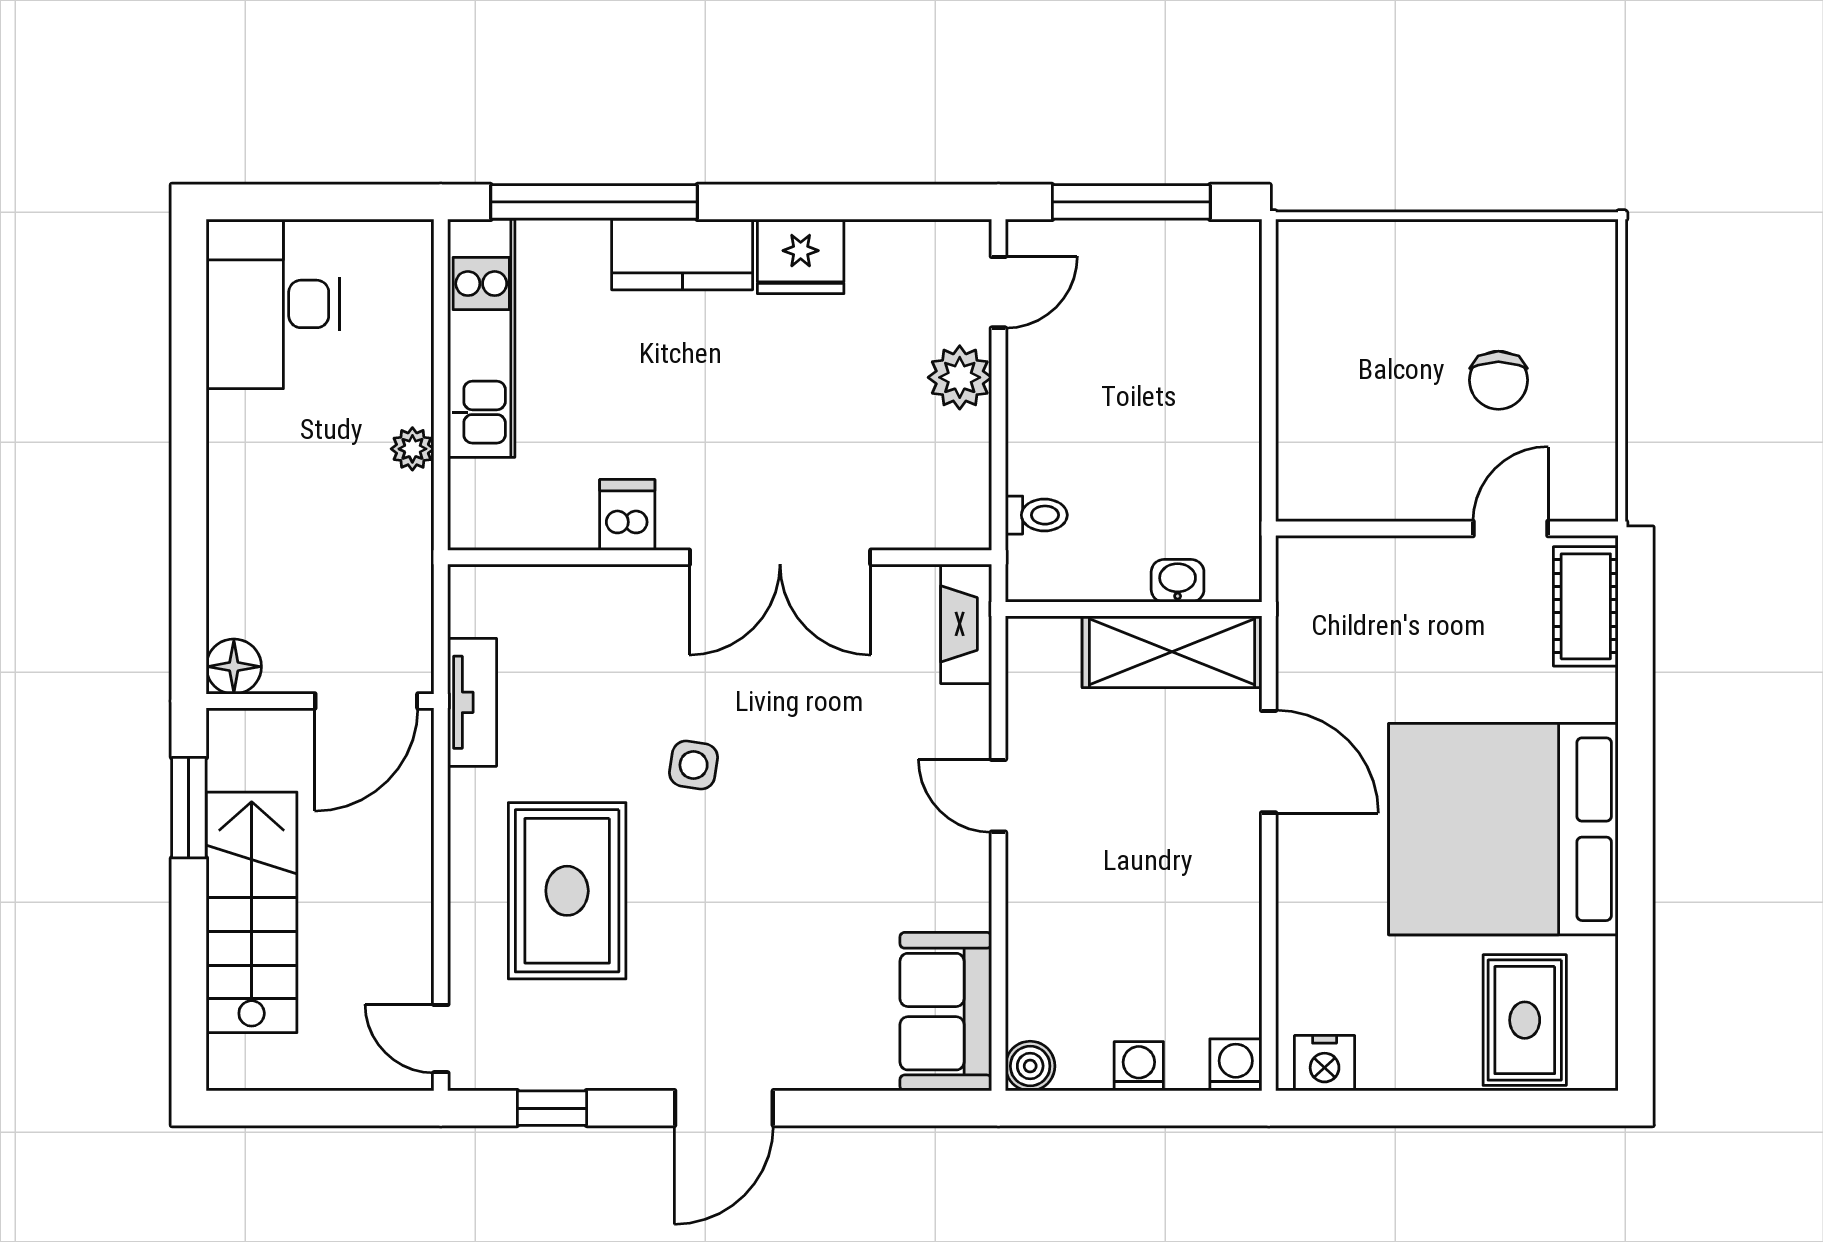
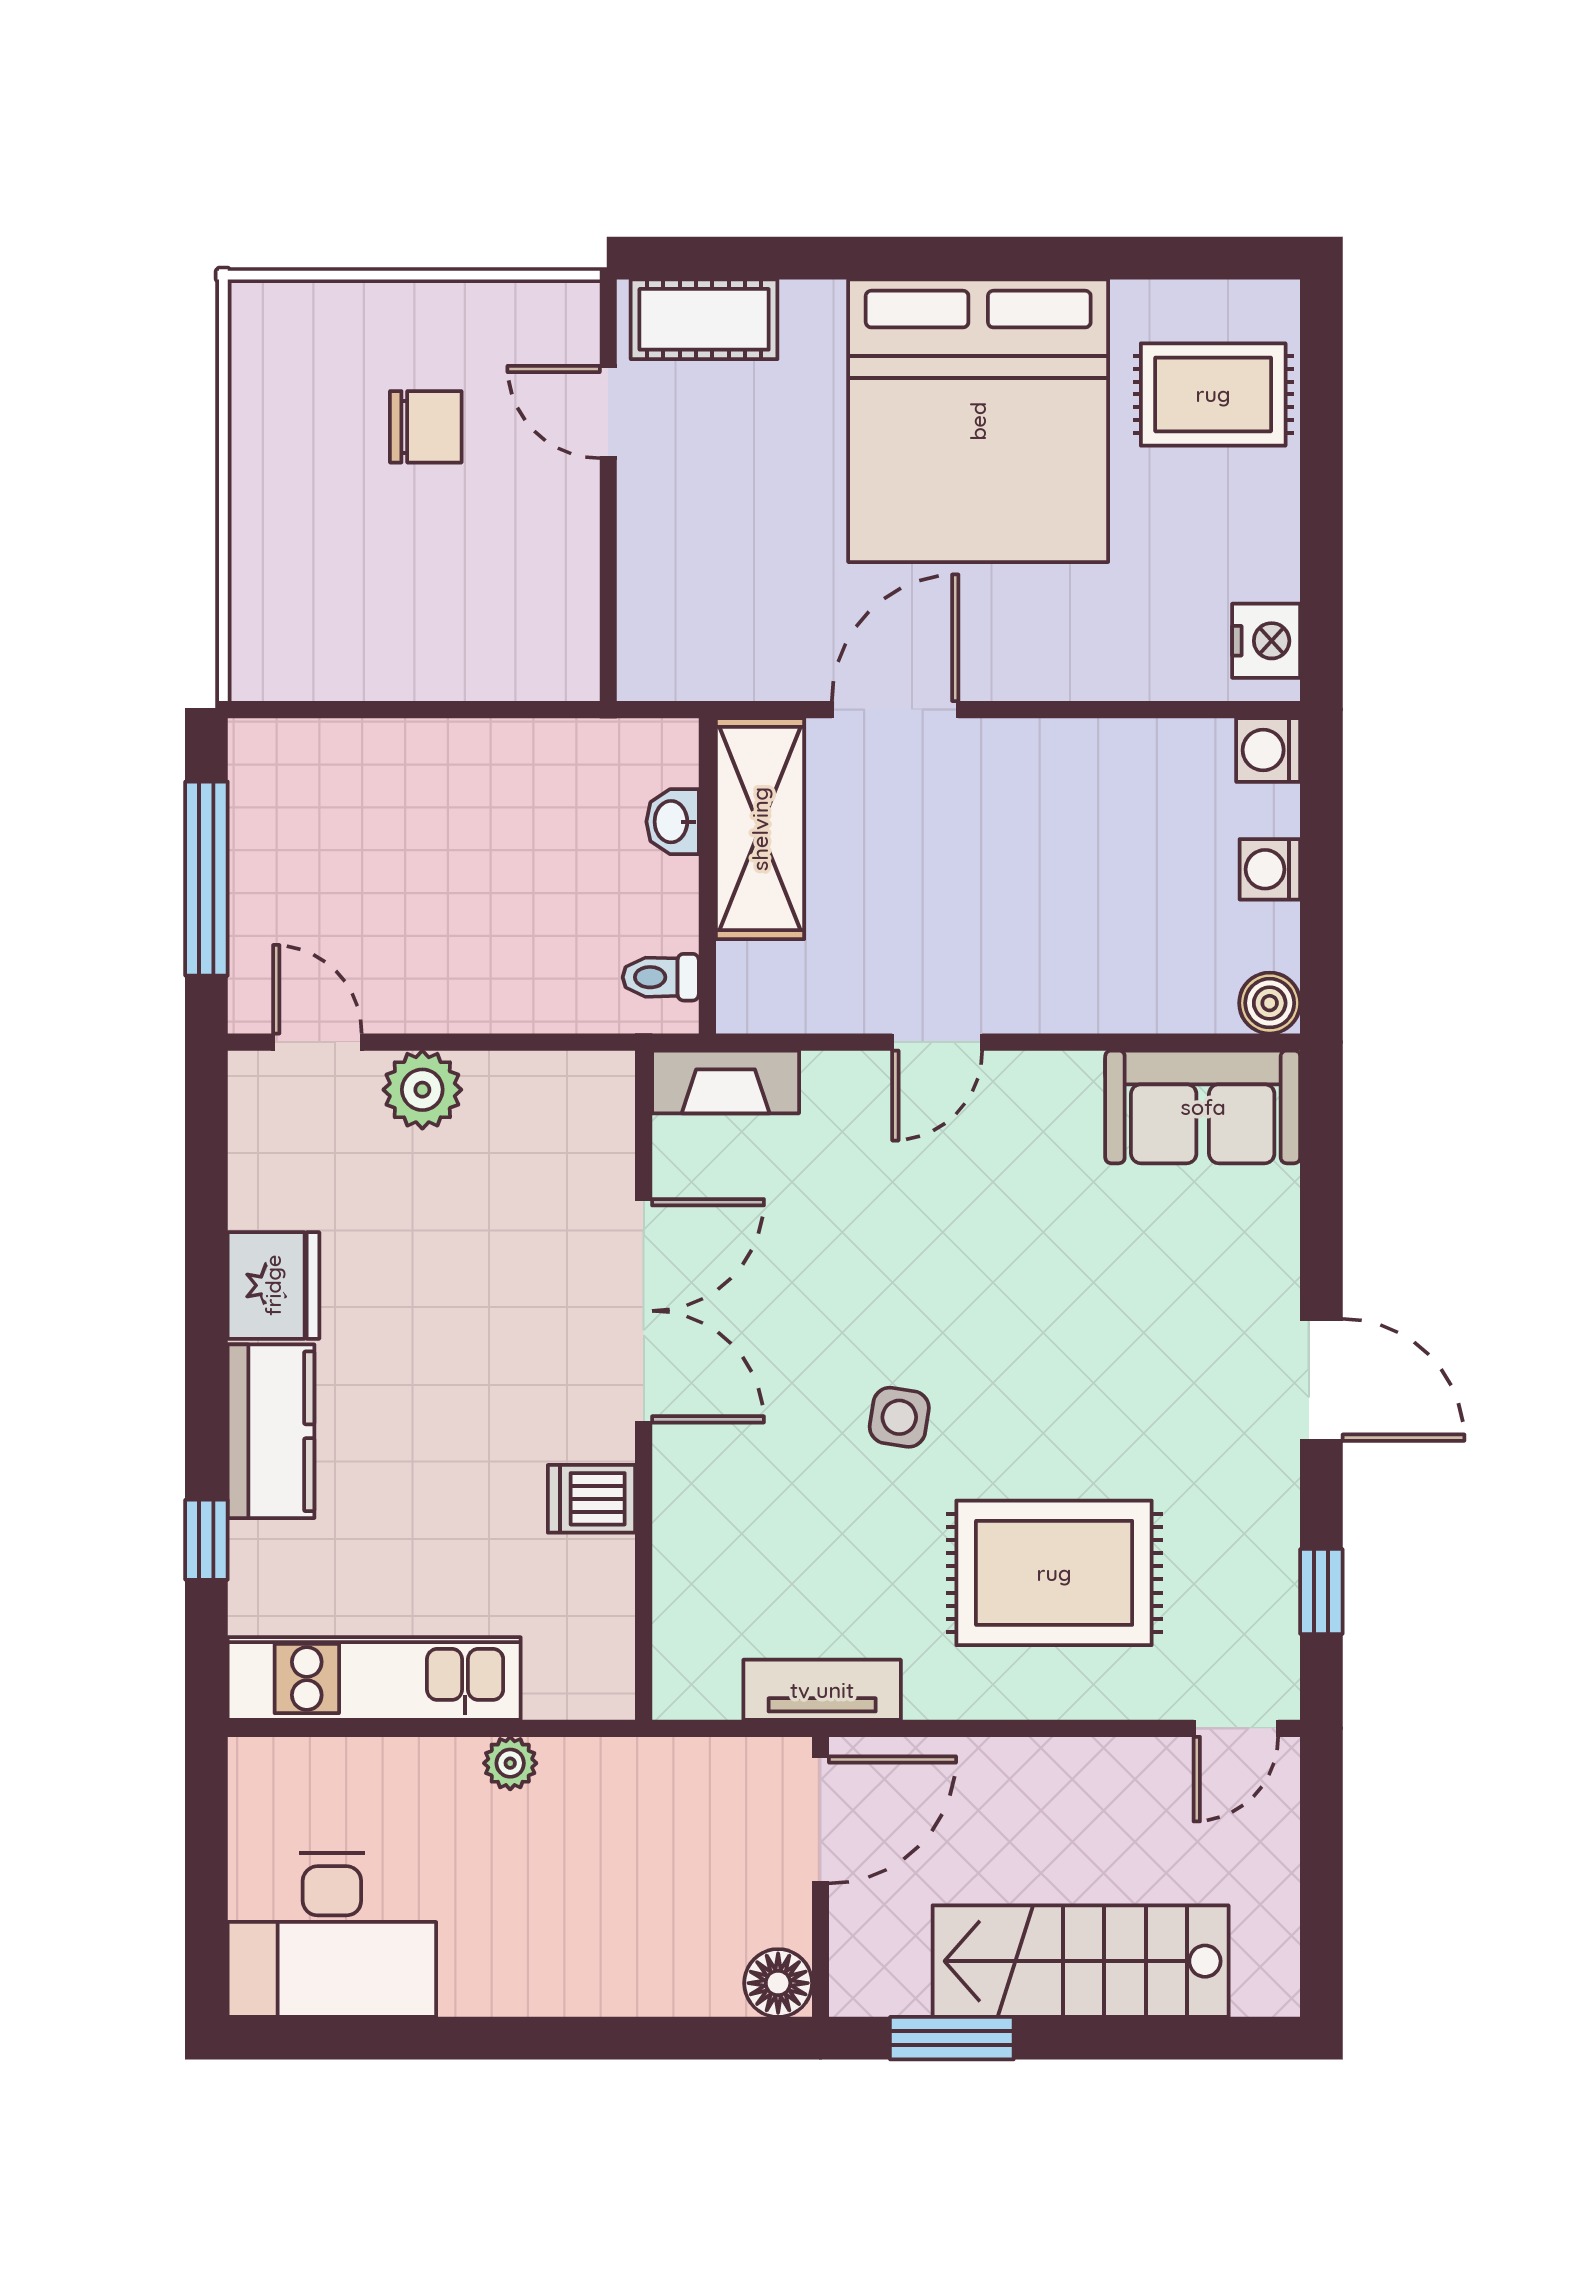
window: (594, 202) -> (206, 1540), width x0.32
toilet: (1036, 515) -> (661, 977), moved, turned -90
door: (366, 701) -> (820, 1820), hinge flipped

